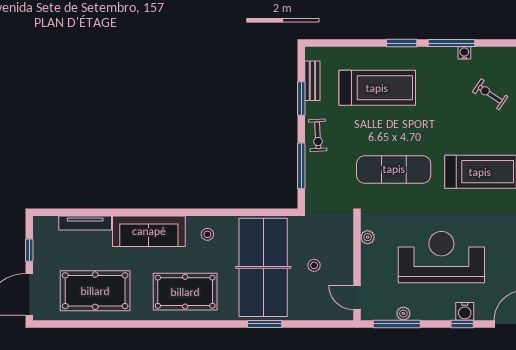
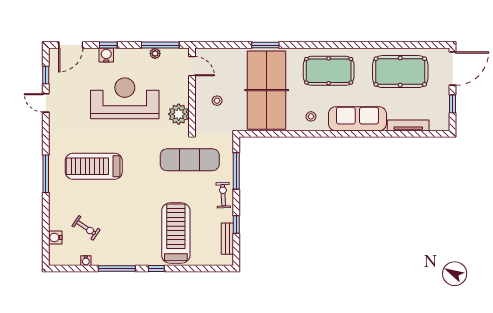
window: (402, 43) -> (156, 269), width x0.67
water cooler: (464, 53) -> (86, 261), moved
treadmill: (377, 88) -> (176, 233), turned 90
window: (301, 98) -> (236, 225), width x0.67
exercise mat: (394, 169) -> (190, 160), moved
plant: (368, 237) -> (179, 114), width x1.87, depth x1.87
reception desk: (441, 257) -> (125, 98), turned 180
stool: (314, 265) -> (217, 101), moved

